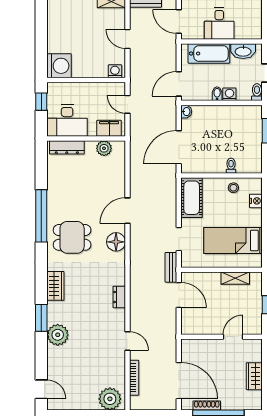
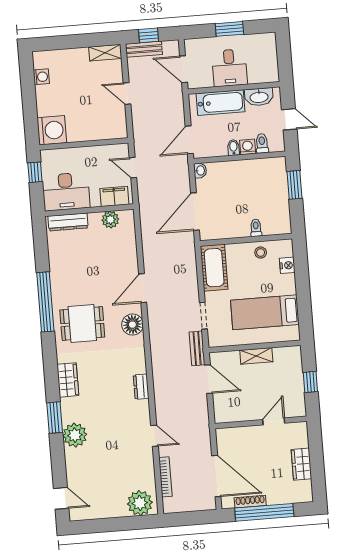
washing machine: (115, 71) -> (41, 77), moved, turned 90
toilet: (257, 92) -> (262, 143), moved
shelving: (235, 278) -> (256, 356), moved

